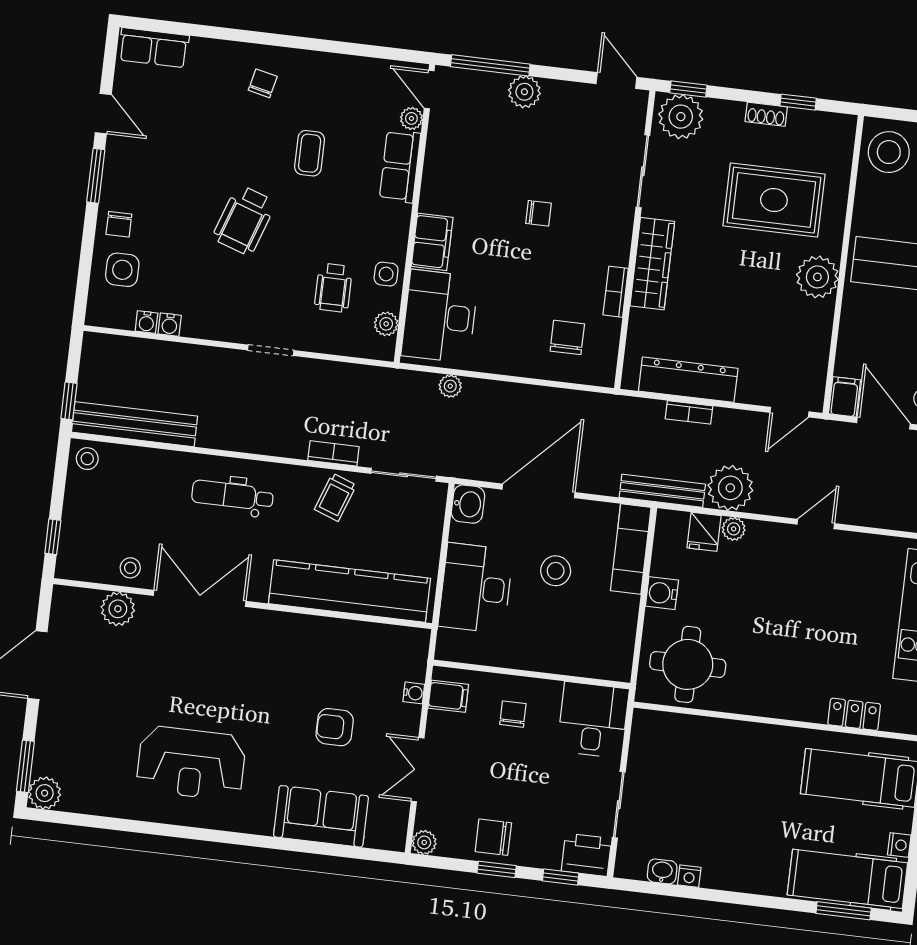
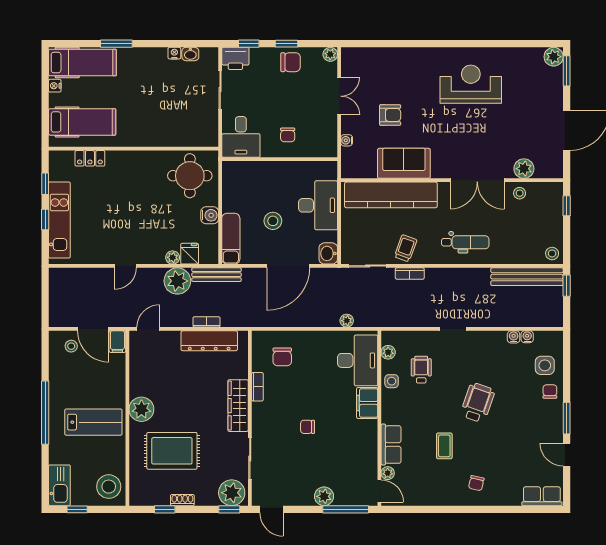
filing cabinet: (448, 696) -> (326, 141), removed
sofa: (321, 816) -> (404, 163), moved, turned 180
window: (844, 911) -> (116, 44), moved

